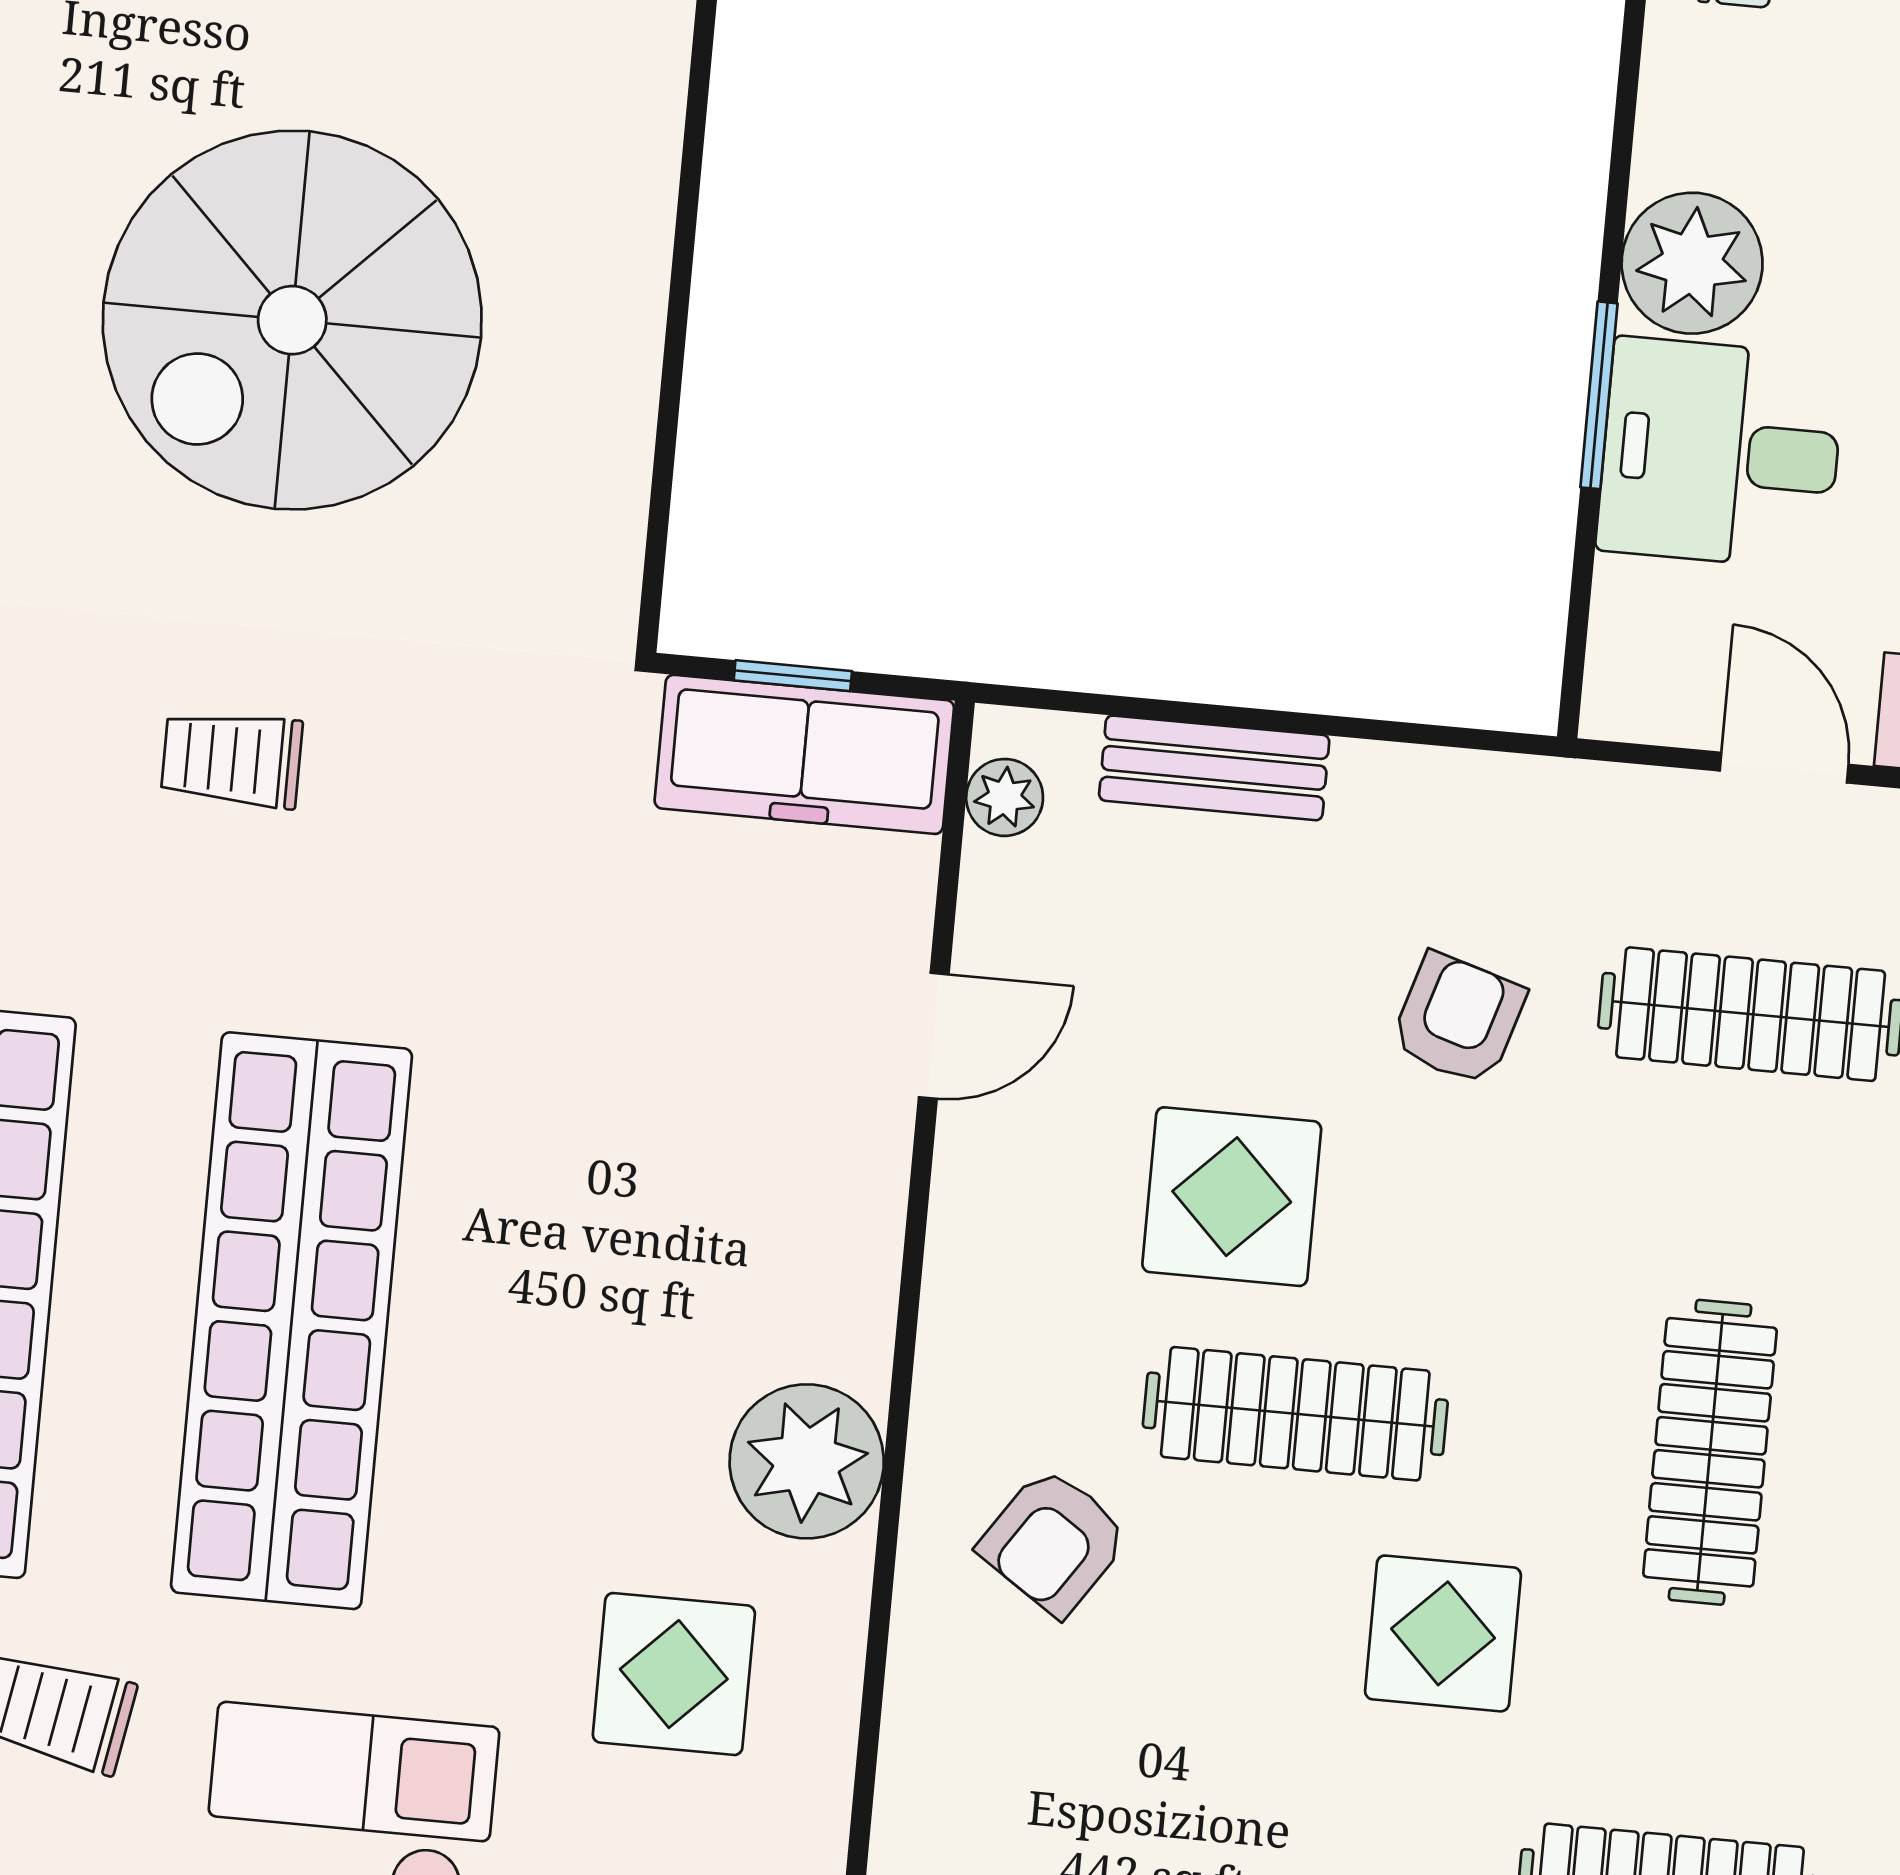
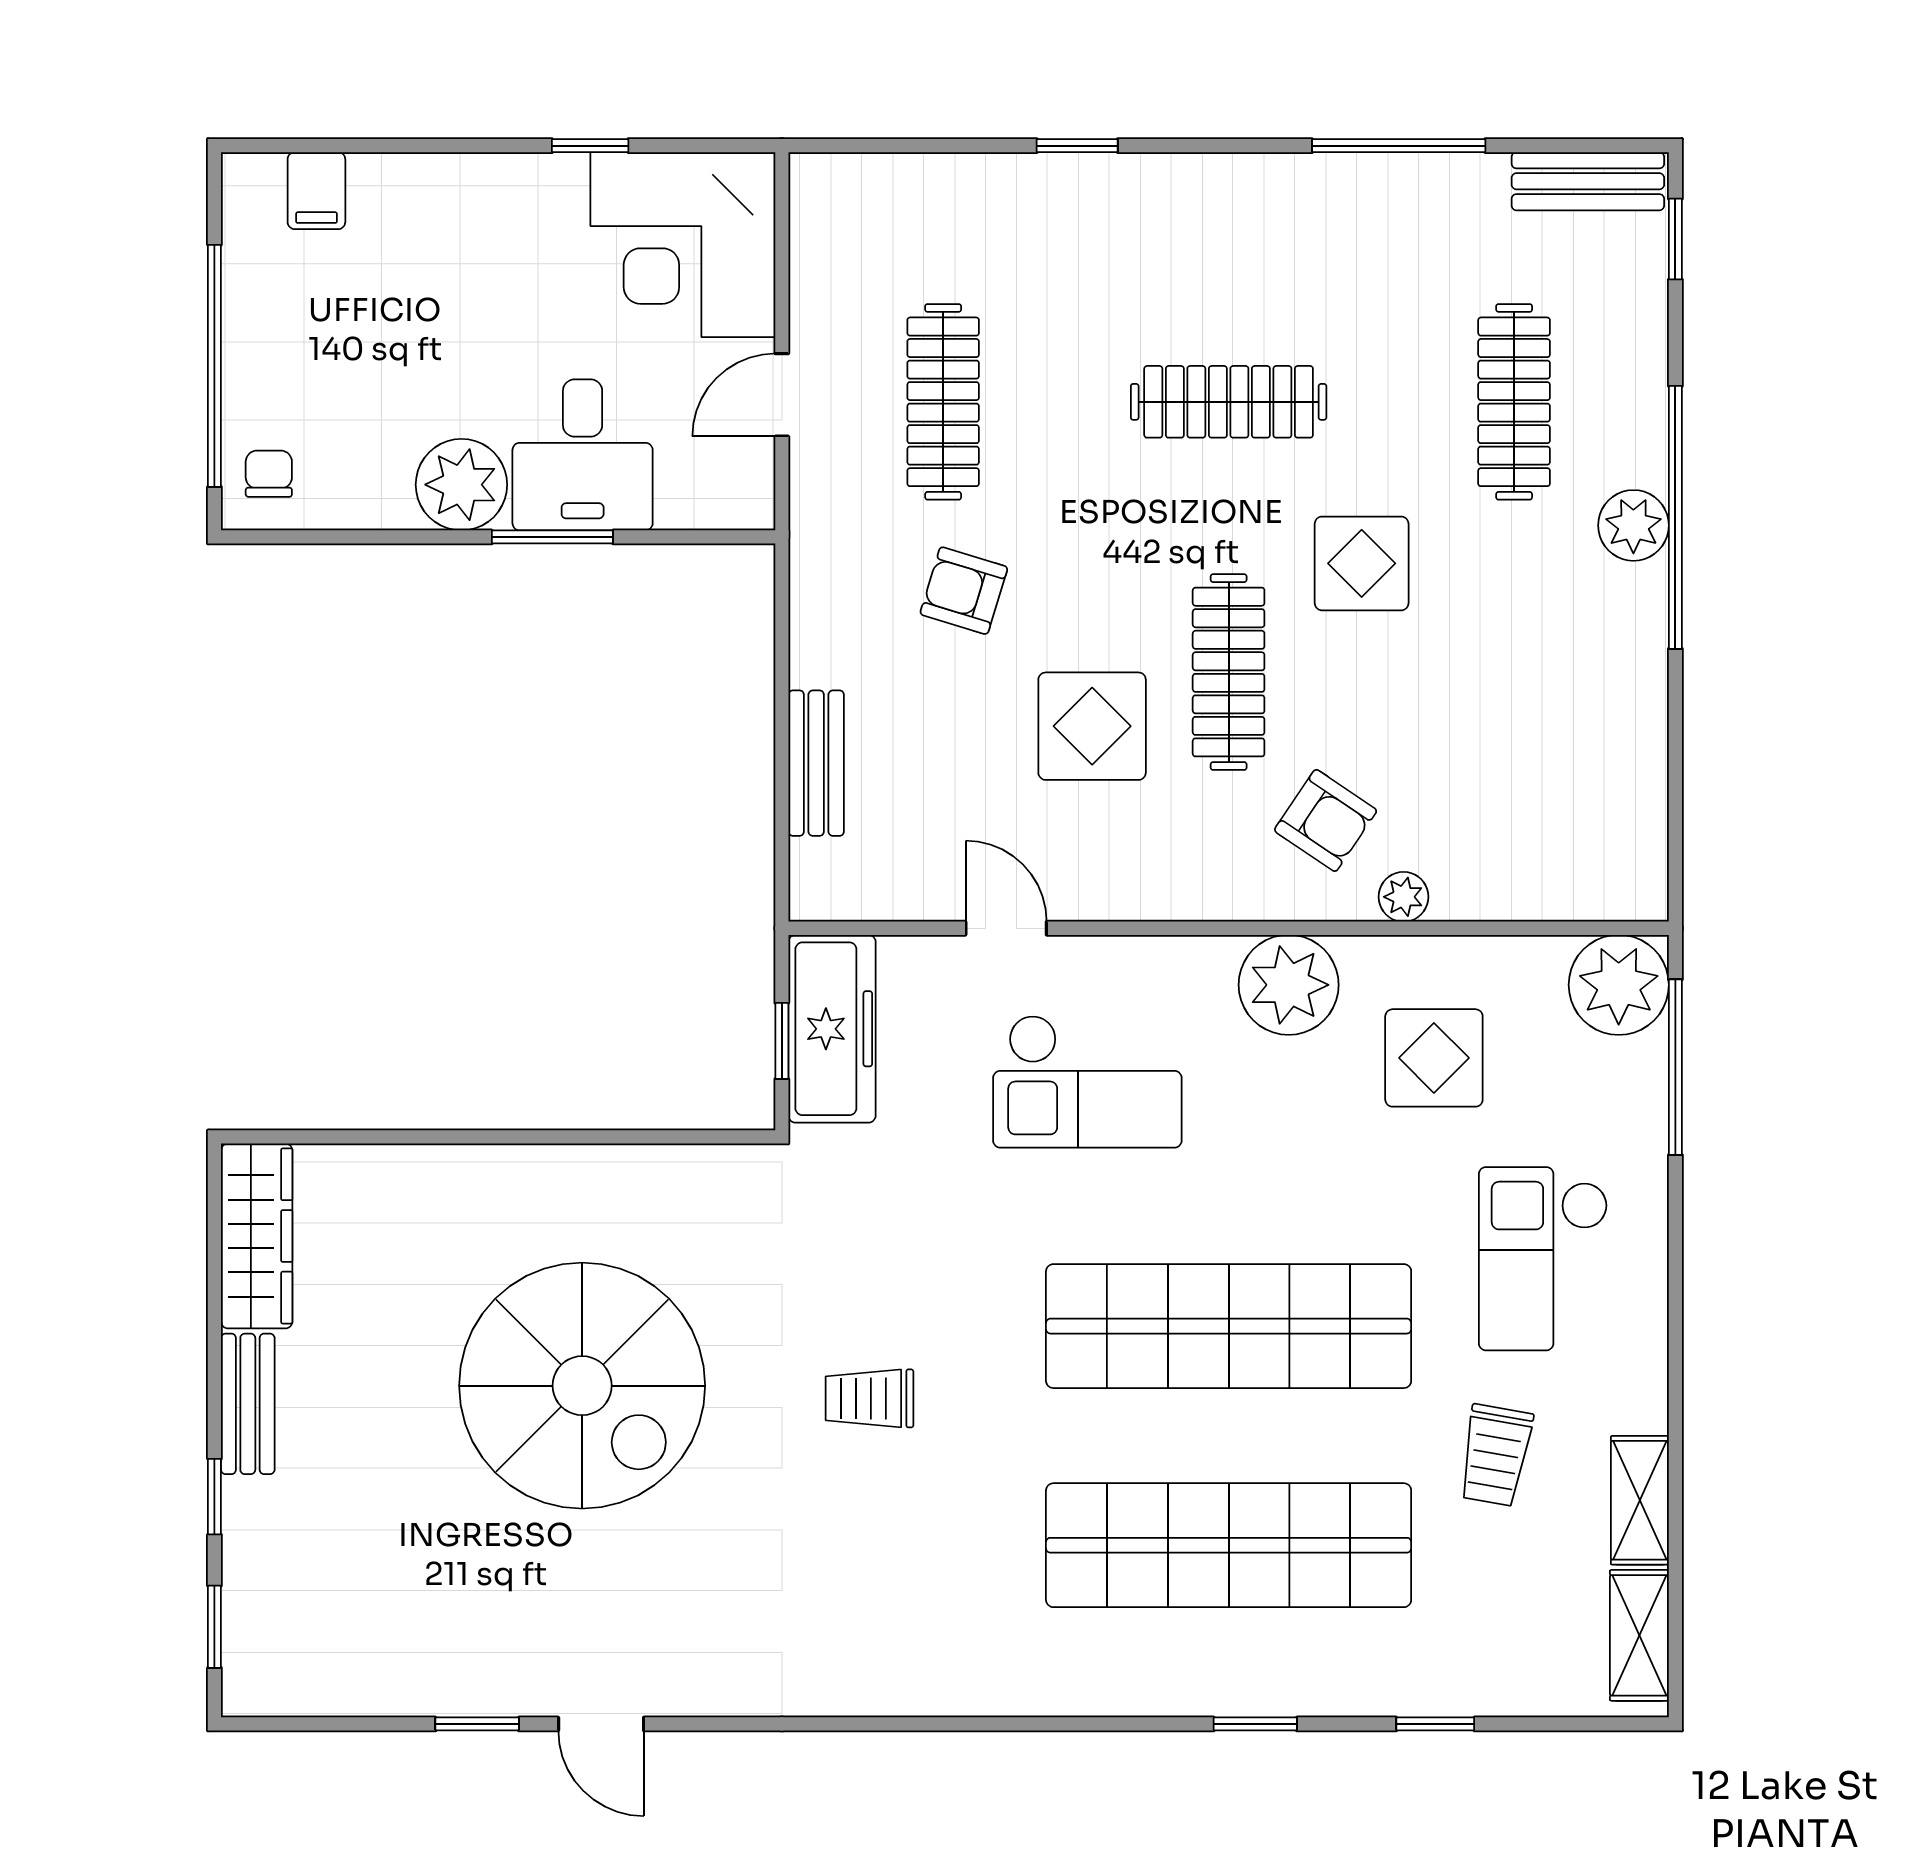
trolley: (232, 759) -> (869, 1398), turned 90
plant: (1005, 797) -> (1403, 897), moved
checkout: (687, 1139) -> (1087, 1081), added

